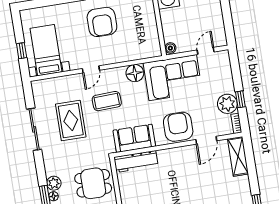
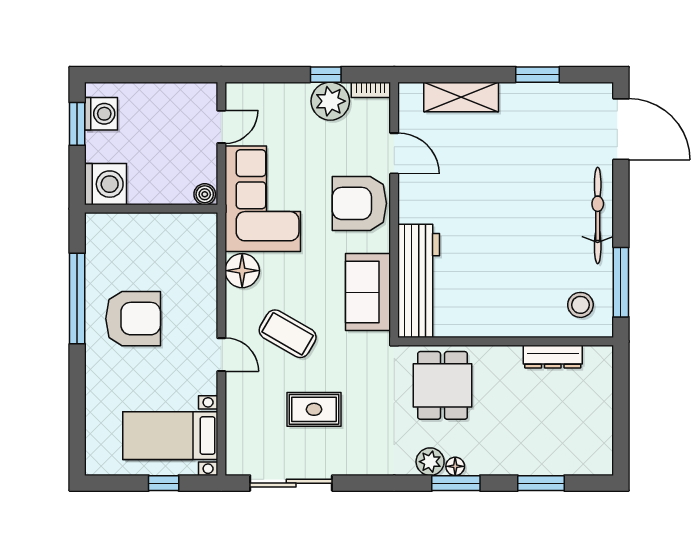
door: (206, 51) -> (221, 127), swing flipped
coffee table: (107, 101) -> (288, 334), turned -58
rug: (71, 120) -> (314, 409), width x0.73, depth x0.70
sliding door: (34, 129) -> (291, 483), moved
shelving: (238, 156) -> (461, 97), moved
workbench: (136, 162) -> (419, 281), width x1.36, depth x1.32

